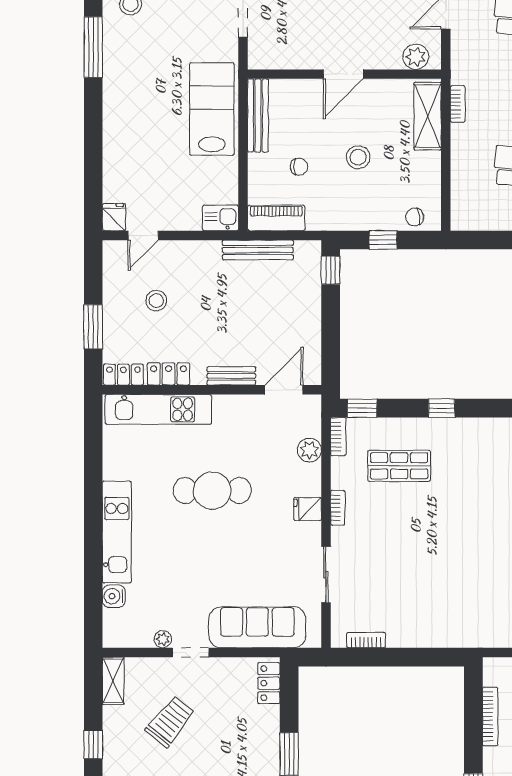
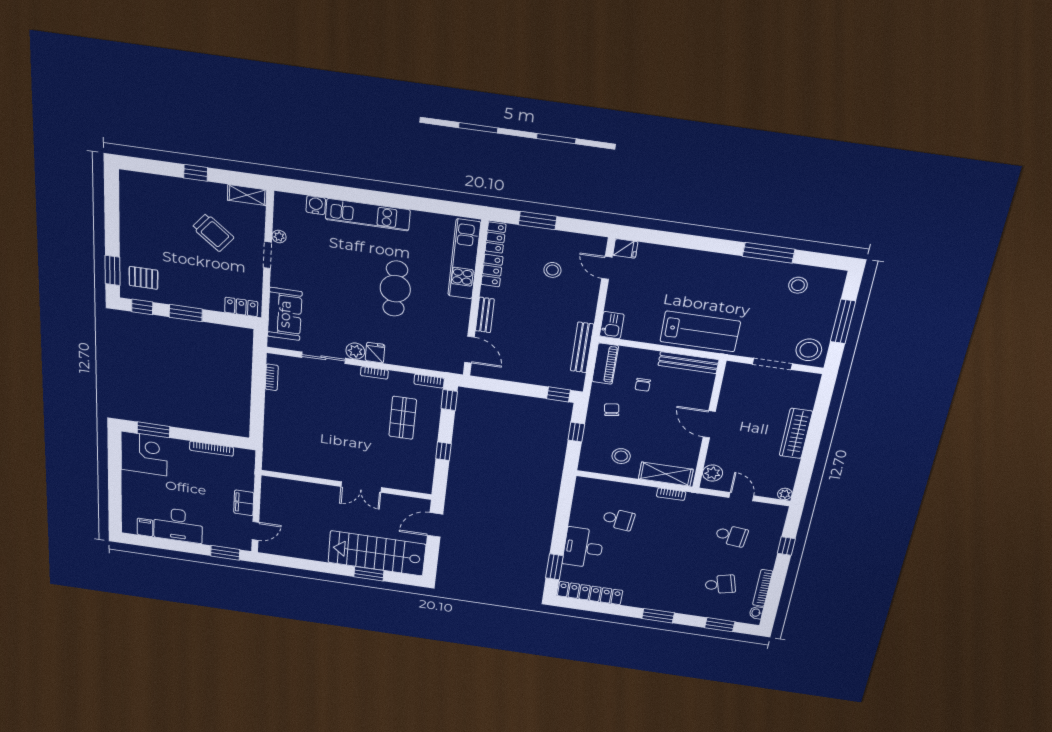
stool: (358, 157) -> (621, 456), moved
chair: (415, 217) -> (612, 410), moved
plant: (309, 450) -> (355, 351), moved
sofa: (257, 627) -> (285, 314), width x0.73

